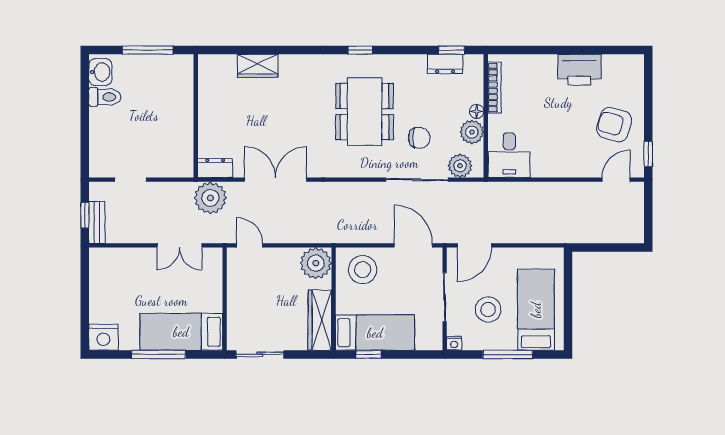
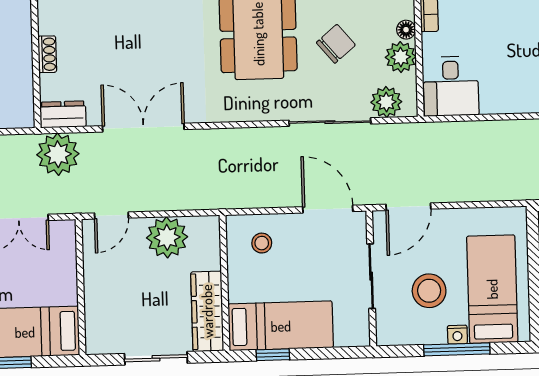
shoe rack: (205, 122) -> (47, 54), added
chair: (419, 138) -> (336, 44), moved, turned -40
door: (250, 245) -> (111, 216), swing flipped
plant: (316, 263) -> (167, 237), moved
stool: (363, 270) -> (262, 243), width x0.53, depth x0.53
nightstand: (454, 343) -> (457, 335), moved
sliding door: (260, 354) -> (156, 358), moved

